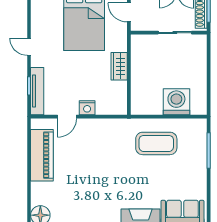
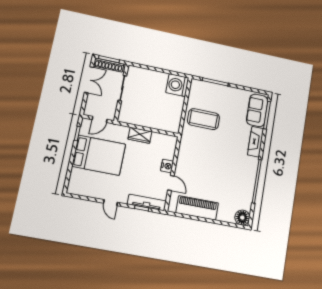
door: (29, 47) -> (111, 203), hinge flipped
washing machine: (176, 102) -> (177, 85), moved
coffee table: (156, 143) -> (203, 119), turned 90

